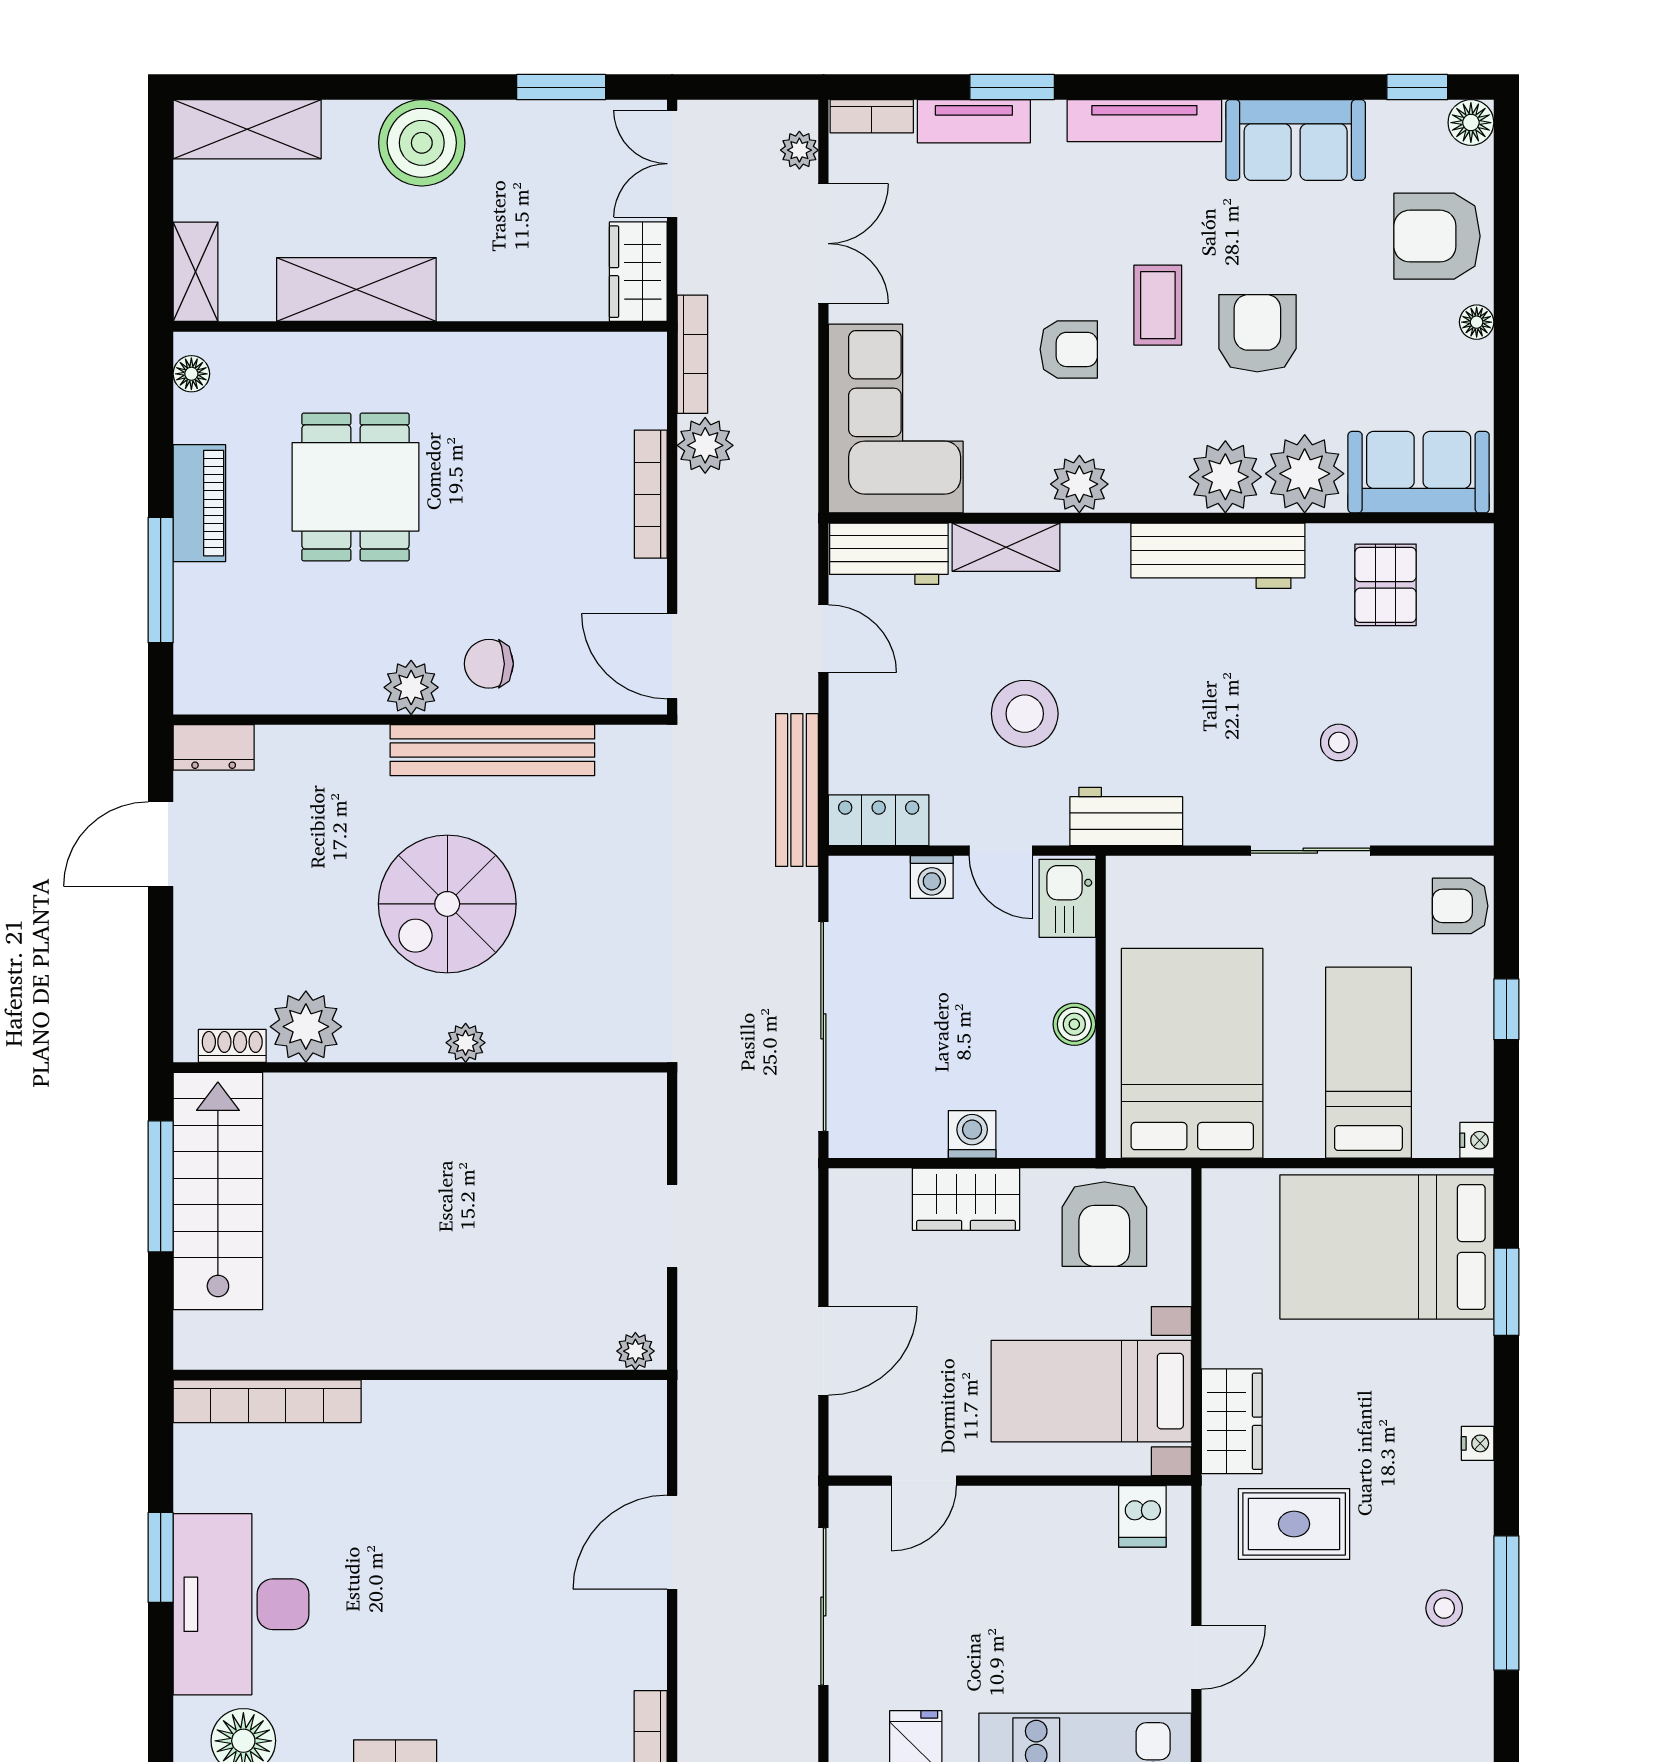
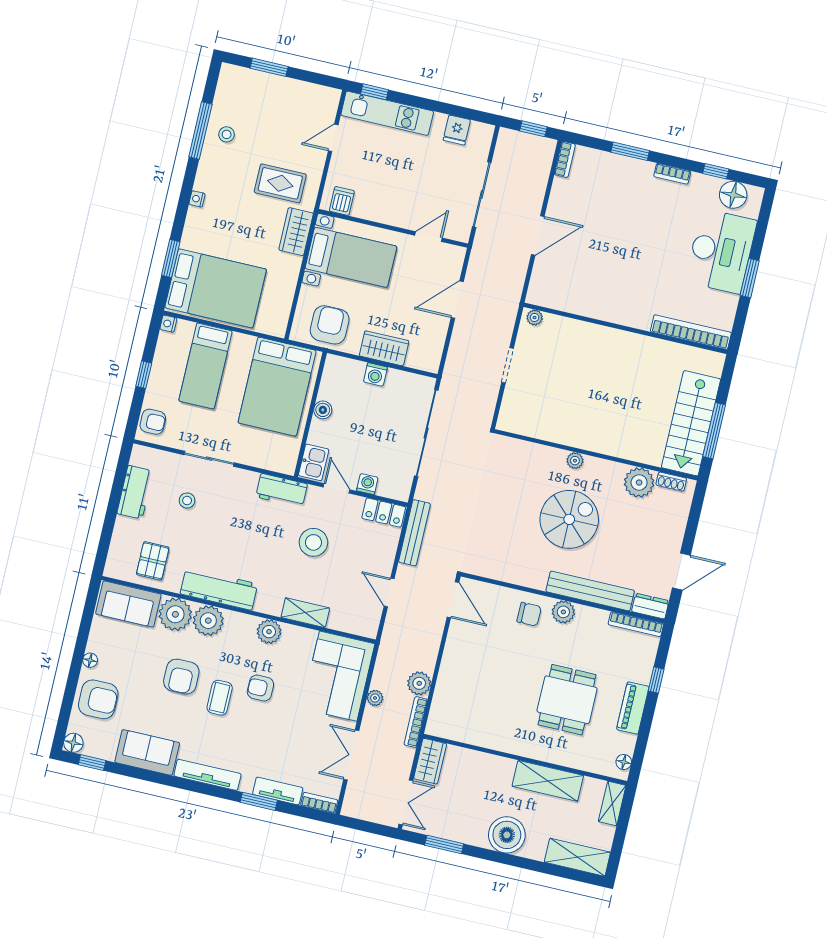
plant: (799, 150) -> (375, 698), moved
bookcase: (651, 494) -> (636, 624), moved, turned 90
workbench: (889, 554) -> (135, 492), moved, turned 90
window: (161, 580) -> (656, 680), width x0.46
bench: (492, 750) -> (590, 591), moved

